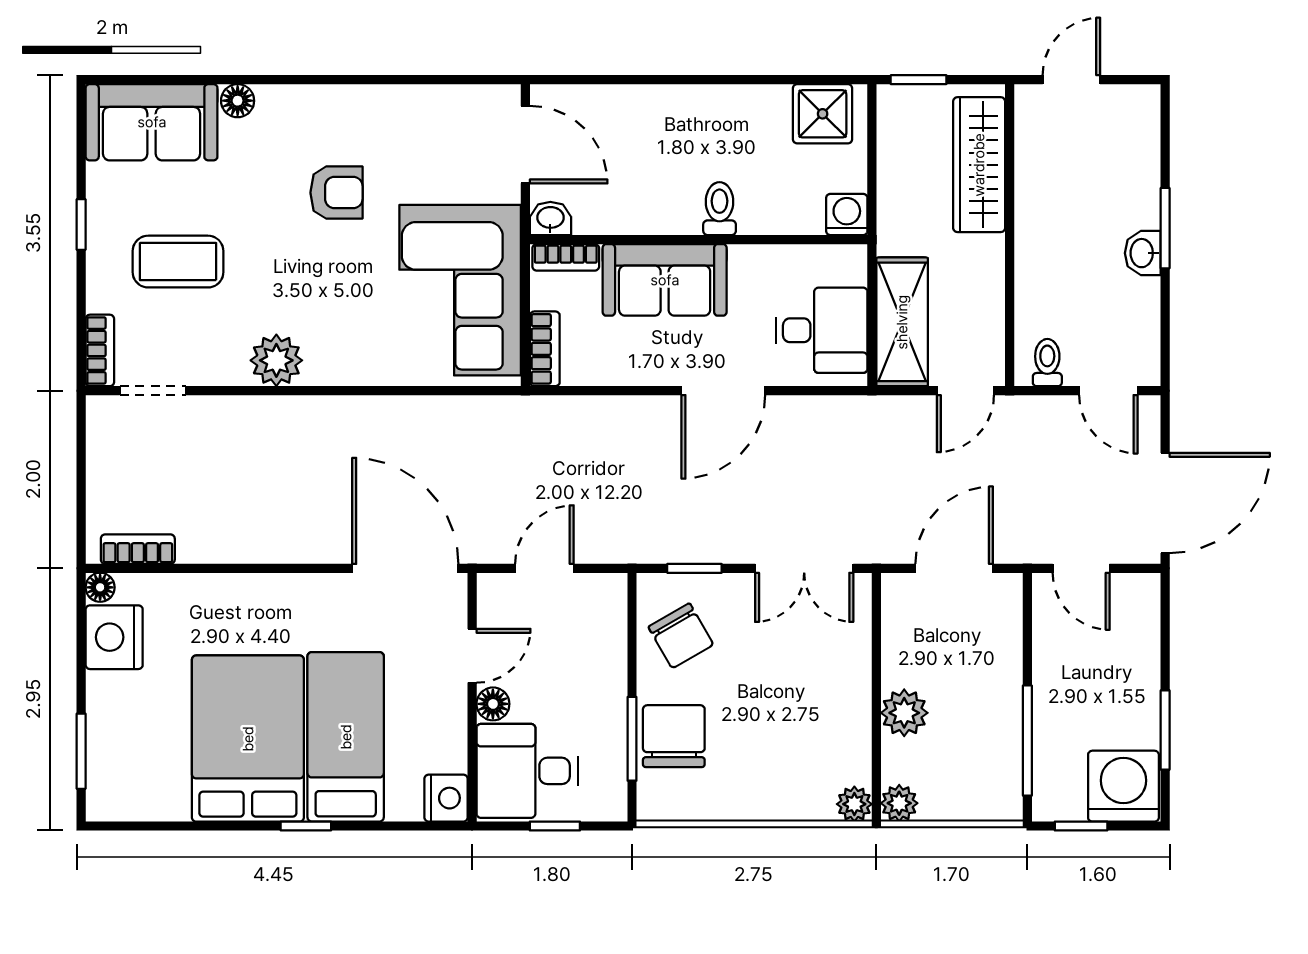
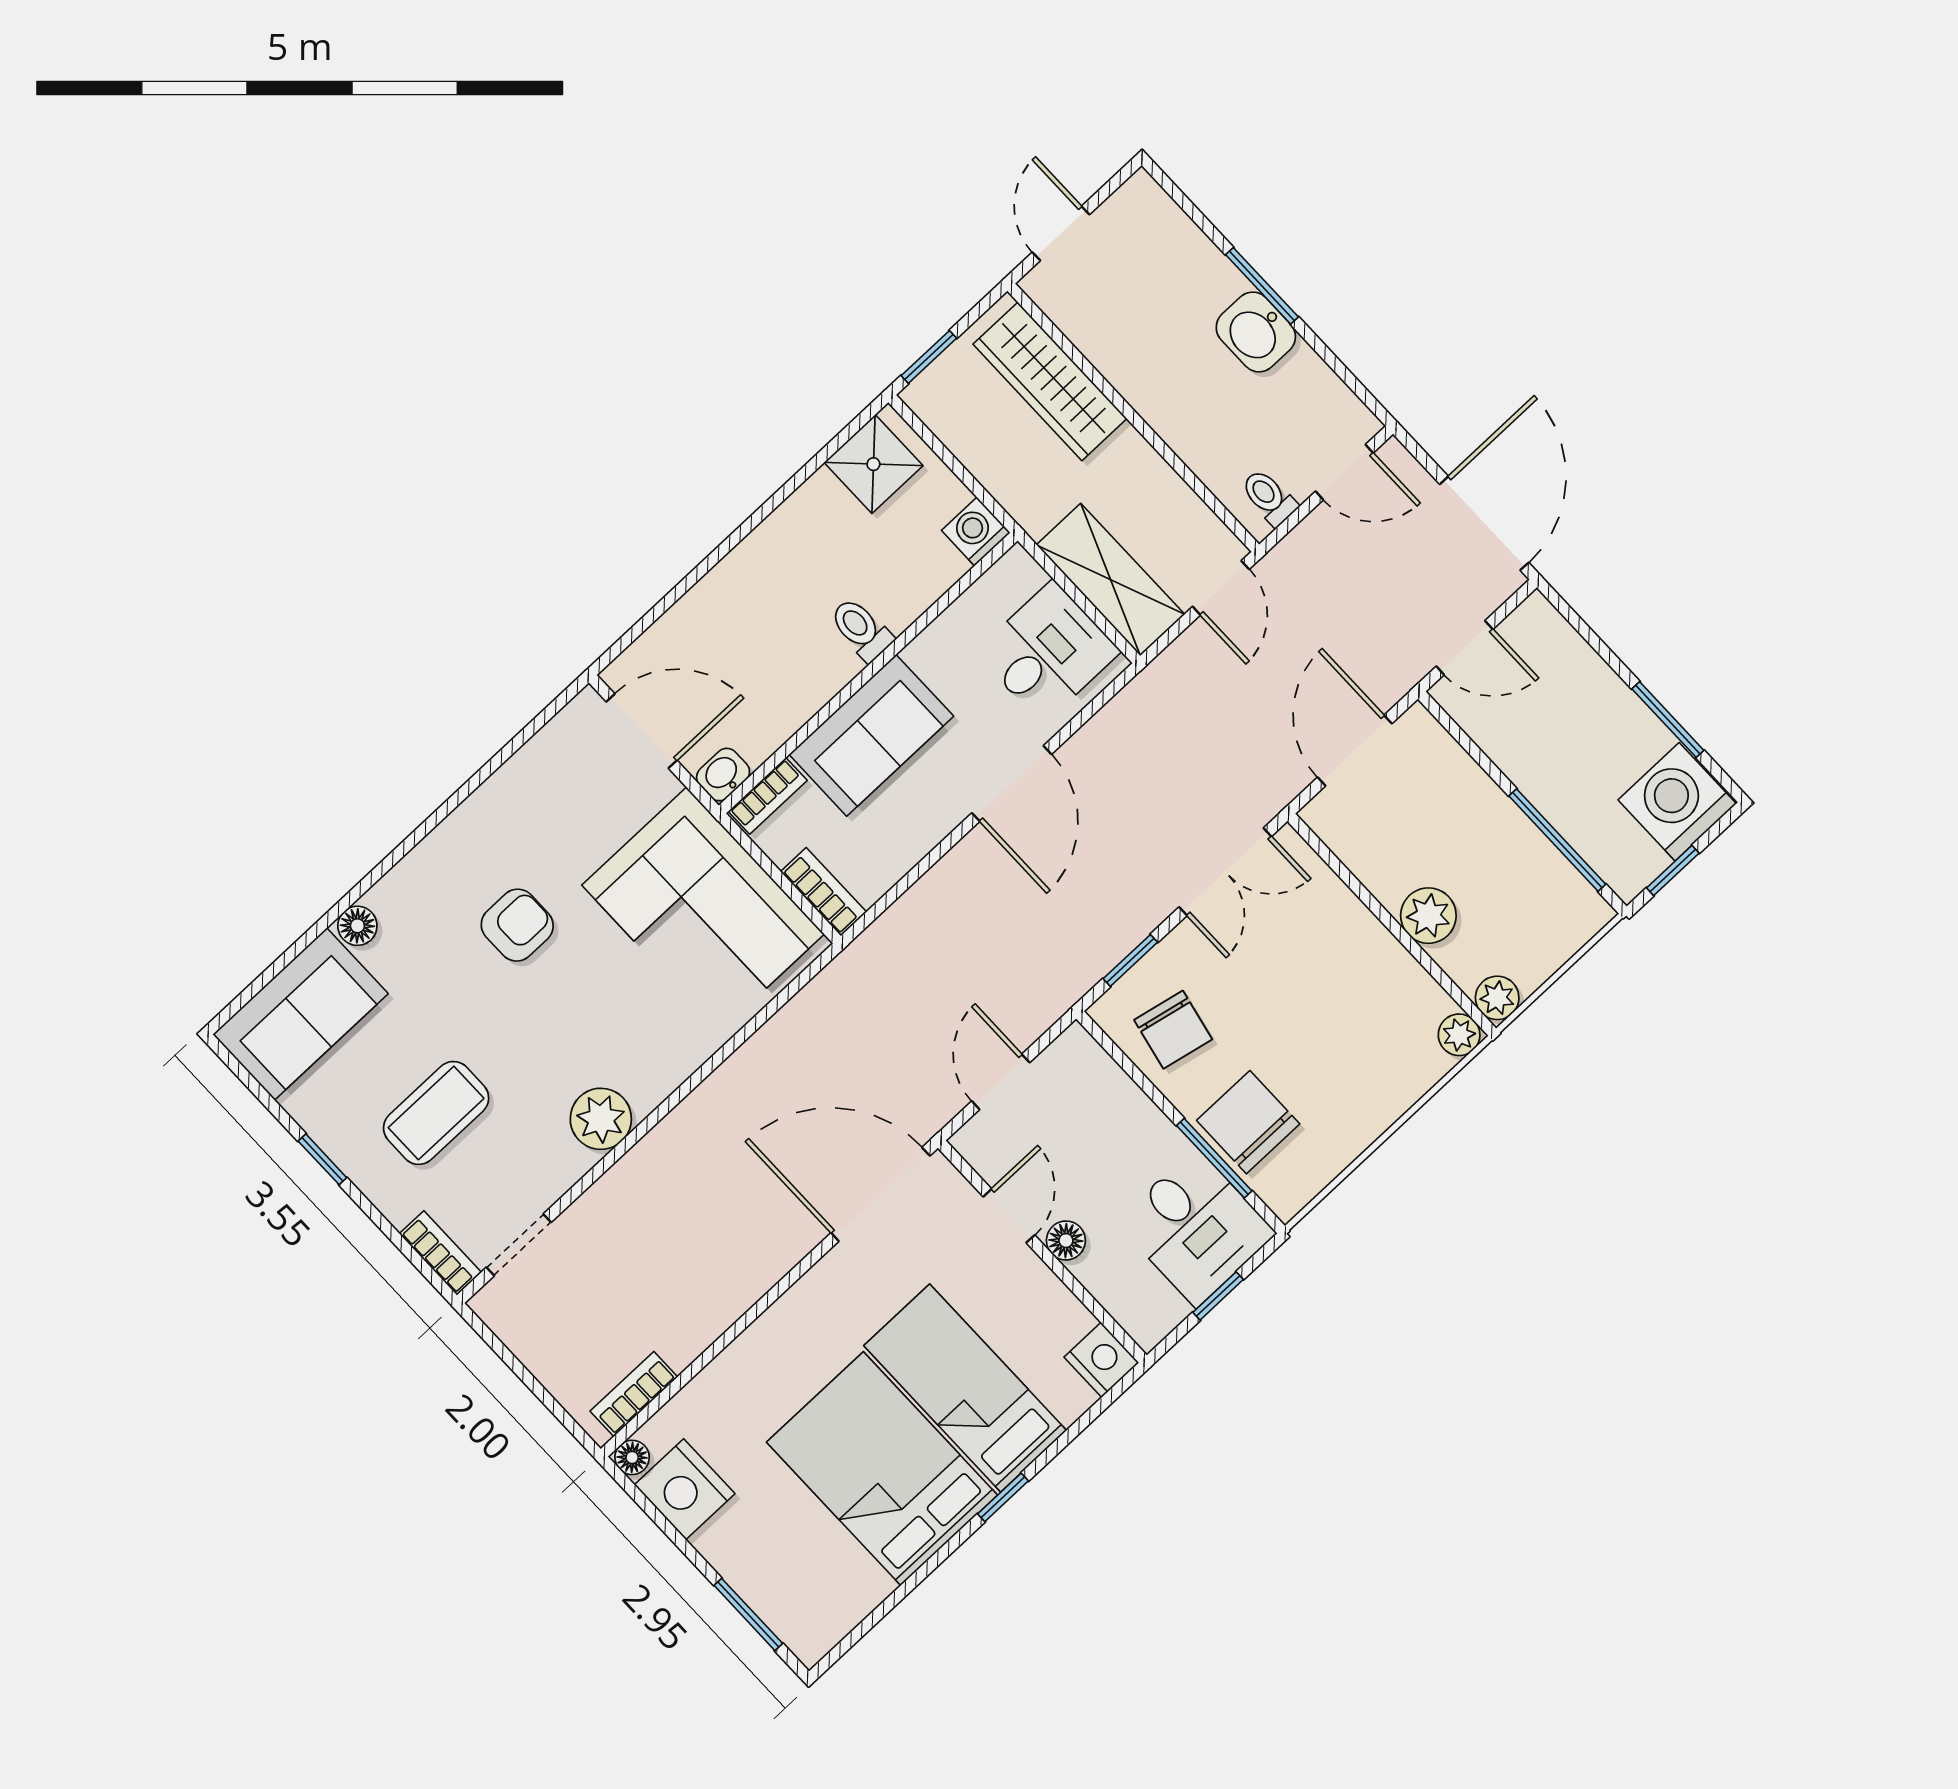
washbasin: (1143, 253) -> (1256, 332), width x1.38, depth x1.45
chair: (681, 636) -> (1173, 1030), turned 42
desk: (527, 771) -> (1196, 1228), moved, turned -90

